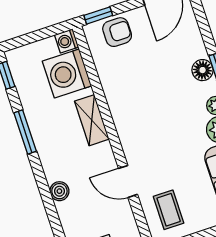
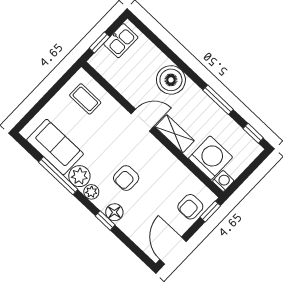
armchair: (170, 100) -> (126, 178), added
door: (128, 181) -> (143, 120), moved
boiler: (59, 191) -> (171, 80), width x1.86, depth x1.86

